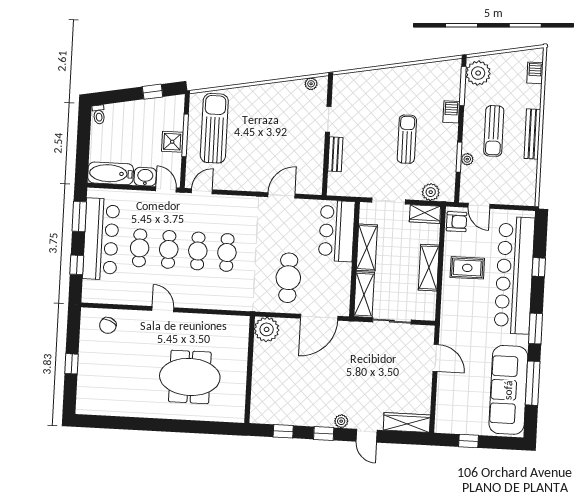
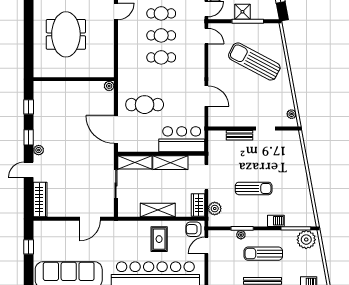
sun lounger: (214, 128) -> (254, 62), moved, turned -152
armchair: (457, 222) -> (193, 229), turned 90
plant: (267, 329) -> (109, 86), width x0.53, depth x0.53

